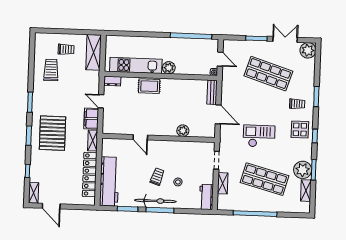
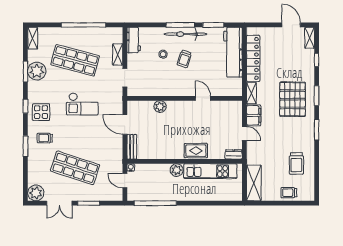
trolley: (66, 49) -> (289, 193), moved
shelving: (306, 191) -> (33, 38), moved

